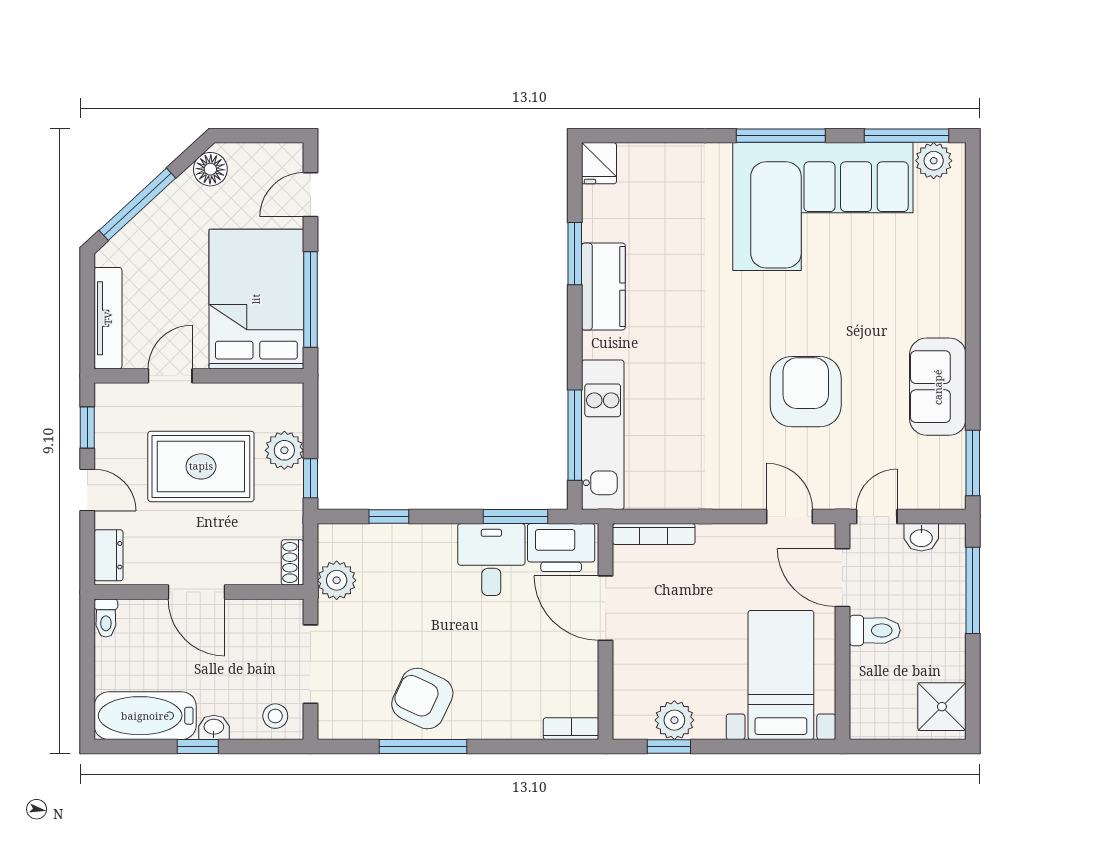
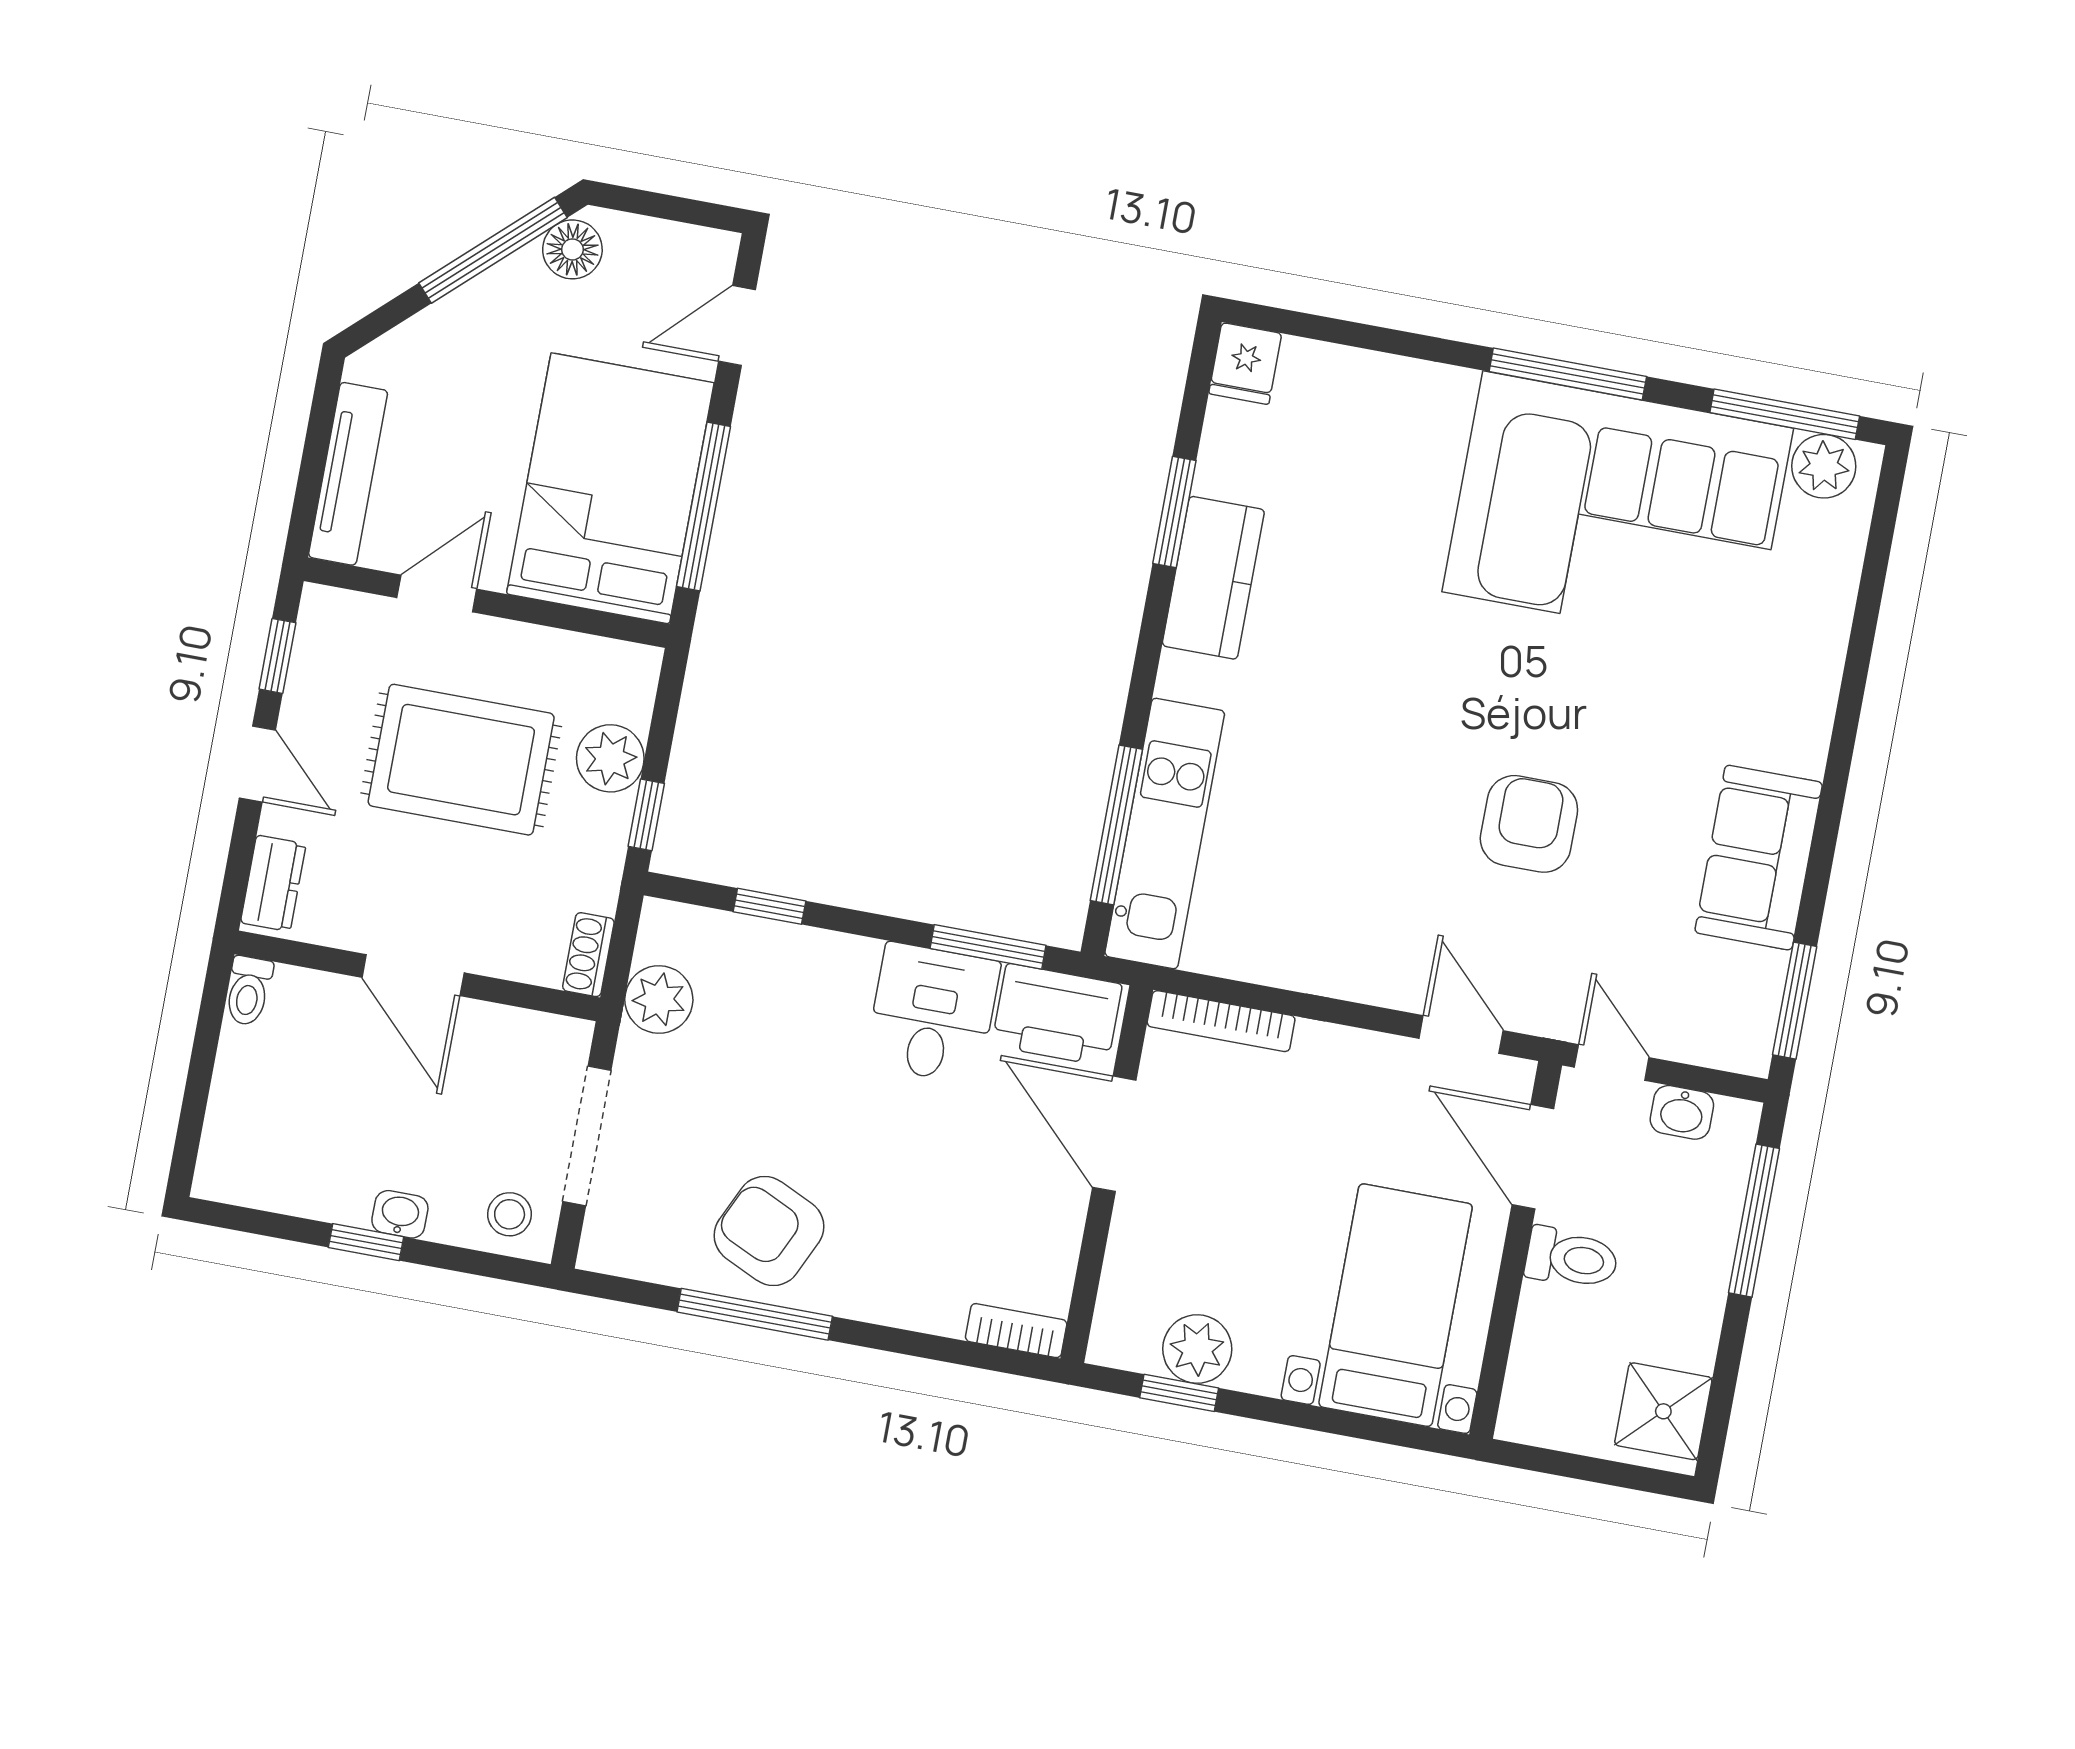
window: (137, 204) -> (493, 250), moved
armchair: (806, 392) -> (1529, 824), width x0.73, depth x0.73
door: (877, 517) -> (1612, 1062), hinge flipped
bathtub: (145, 716) -> (285, 1172), removed

